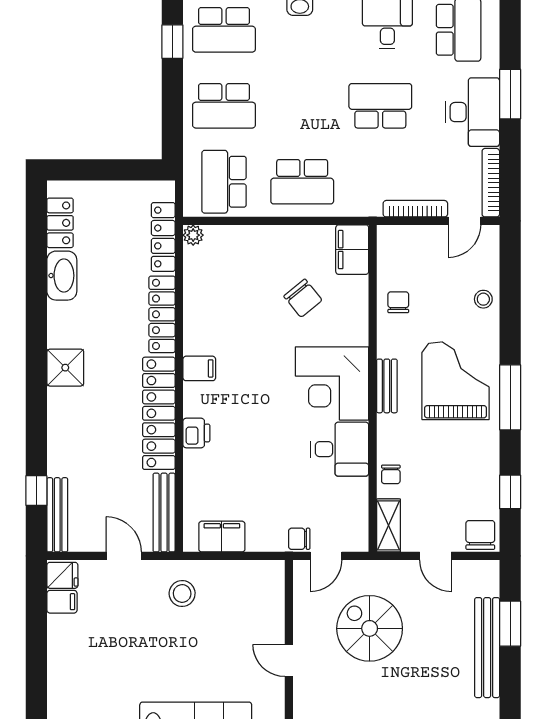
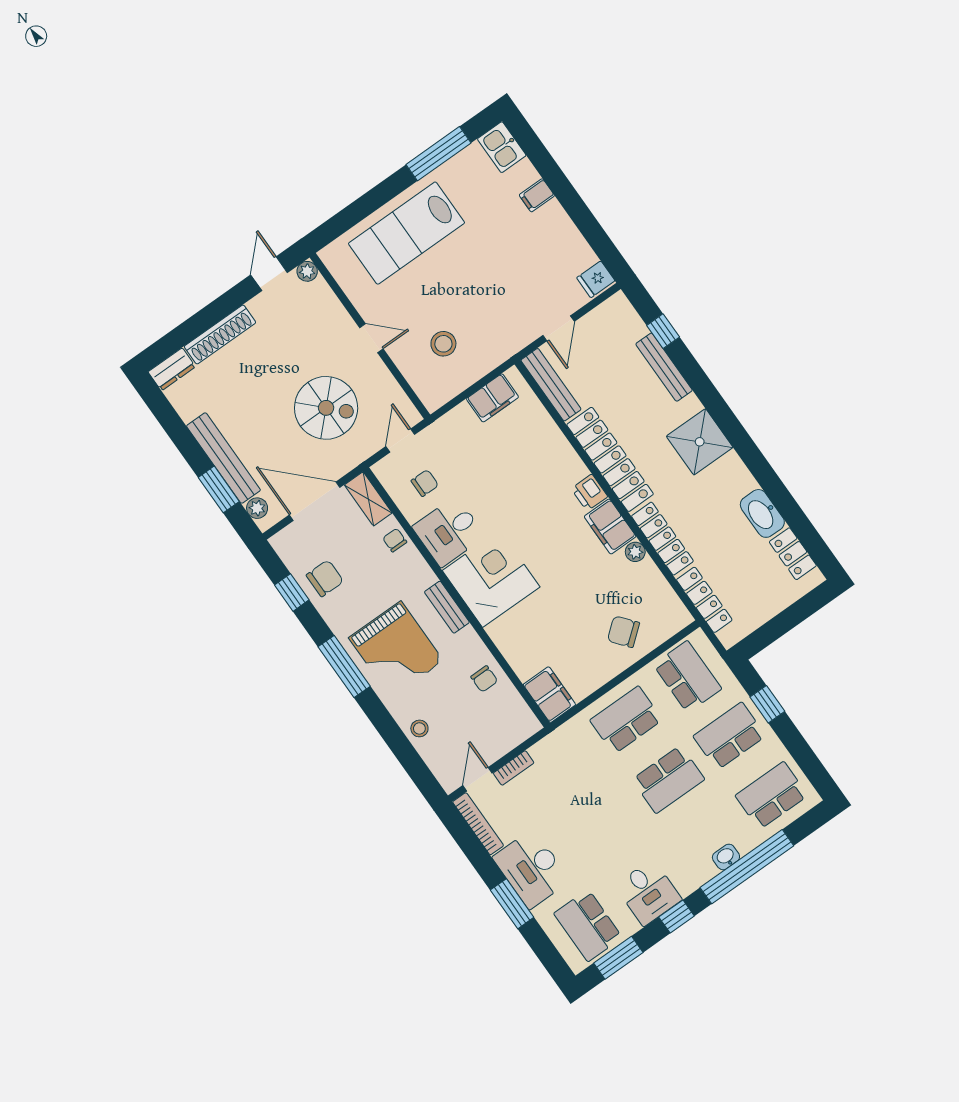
window: (172, 42) -> (767, 704), moved
school desk: (380, 106) -> (668, 779), moved
bookcase: (415, 209) -> (514, 768), width x0.64
plant: (193, 235) -> (635, 552), moved
chair: (303, 298) -> (623, 632), moved
shower: (65, 368) -> (700, 442), width x1.36, depth x1.36
filing cabinet: (199, 368) -> (610, 526), width x2.00
printer: (196, 433) -> (589, 493), moved
bench: (57, 515) -> (664, 367), moved
chair: (480, 535) -> (325, 578), moved, turned -90
chair: (299, 539) -> (425, 483), moved
door: (124, 556) -> (559, 328), hinge flipped
door: (436, 556) -> (315, 501), width x1.87
plant: (489, 585) -> (257, 508), added
stool: (182, 593) -> (443, 344), moved
filing cabinet: (62, 602) -> (537, 195), moved

